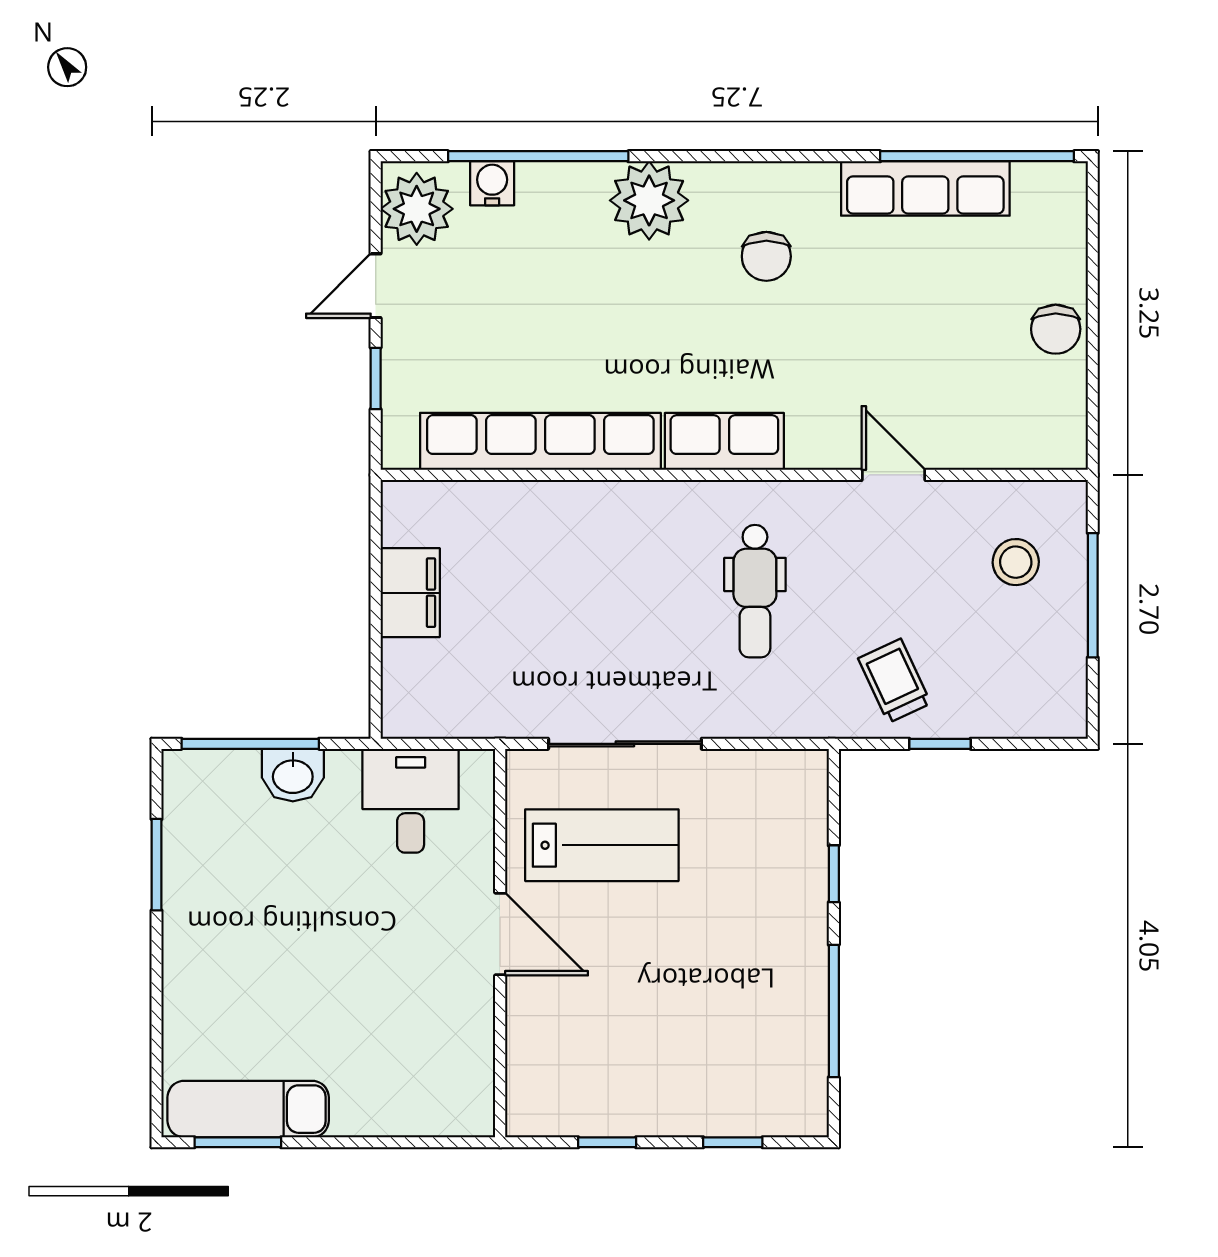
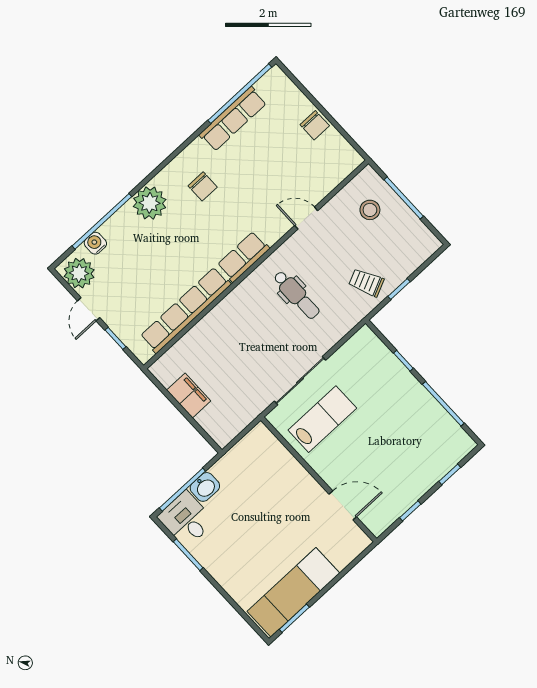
desk: (411, 801) -> (186, 519), moved
door: (500, 934) -> (343, 505), moved
exam couch: (248, 1109) -> (293, 592), width x1.36, depth x1.45

